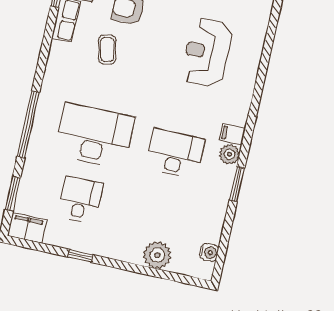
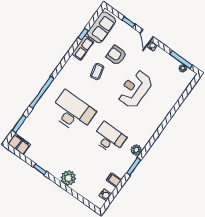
reception desk: (207, 52) -> (135, 89), moved
filing cabinet: (233, 134) -> (114, 180), moved
desk: (80, 200) -> (52, 141), removed
plant: (157, 255) -> (68, 178), moved

